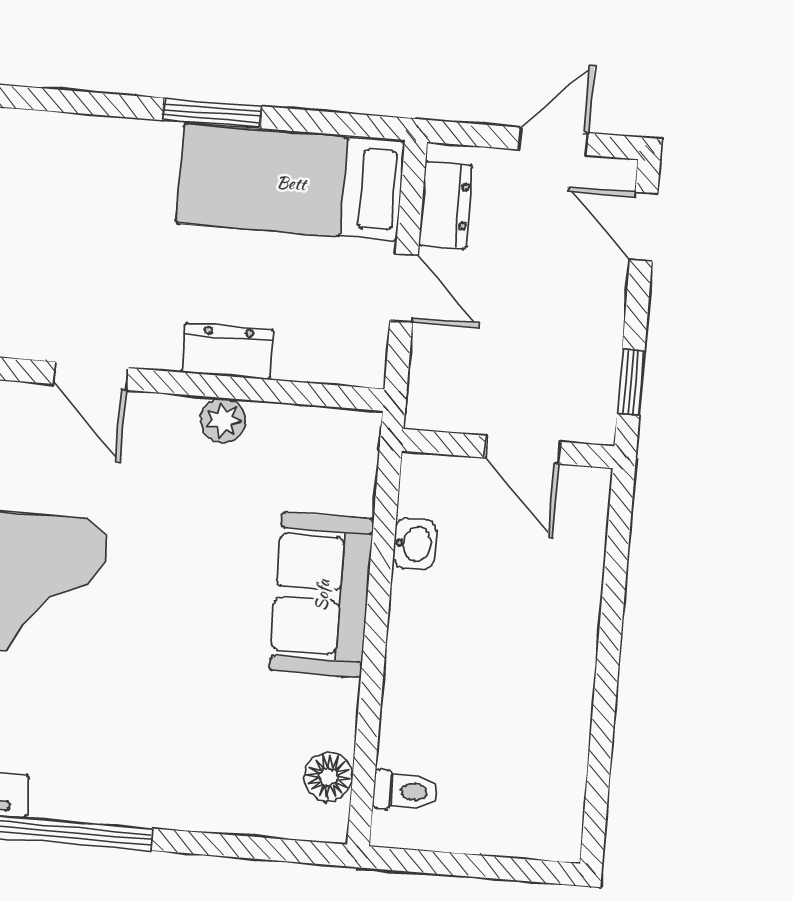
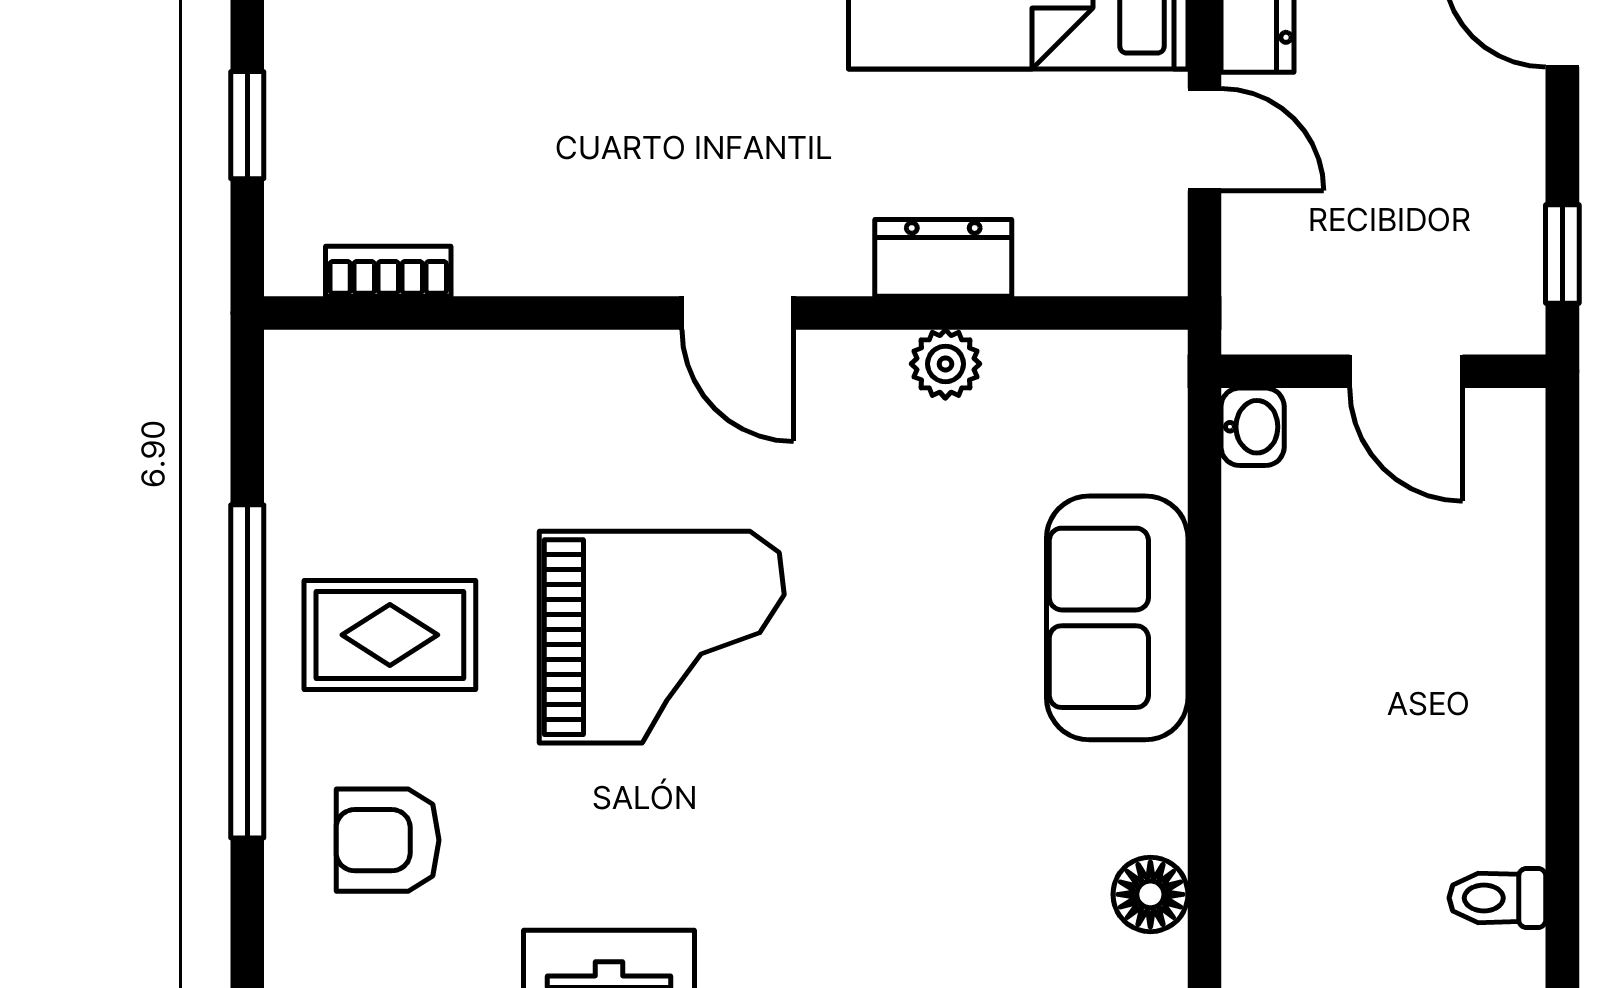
washbasin: (414, 544) -> (1253, 427), moved
toilet: (405, 791) -> (1497, 898), moved, turned 180

